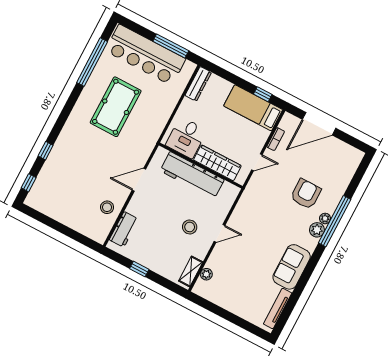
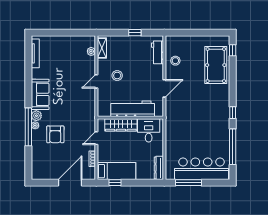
pool table: (116, 107) -> (216, 65), moved
window: (46, 151) -> (233, 113), moved
sofa: (292, 267) -> (40, 94), moved

